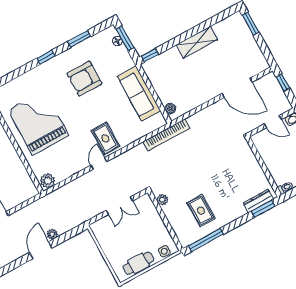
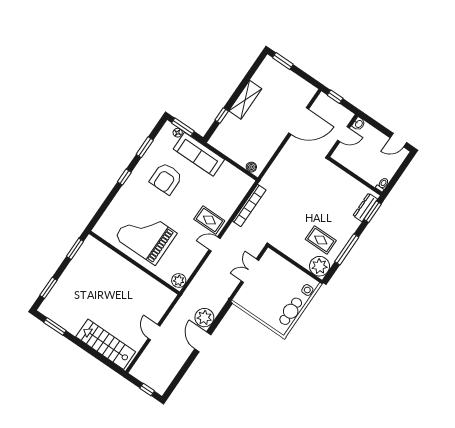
window: (150, 55) -> (222, 116), moved
sofa: (139, 93) -> (199, 154), moved
bookcase: (166, 135) -> (249, 206), moved
door: (99, 163) -> (214, 244), hinge flipped
plant: (162, 200) -> (320, 266), moved, width x1.88, depth x1.88
double door: (119, 206) -> (250, 271), swing flipped
plant: (52, 234) -> (204, 318), width x1.88, depth x1.88
window: (206, 240) -> (347, 249), moved

